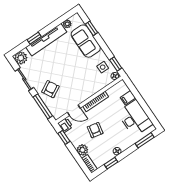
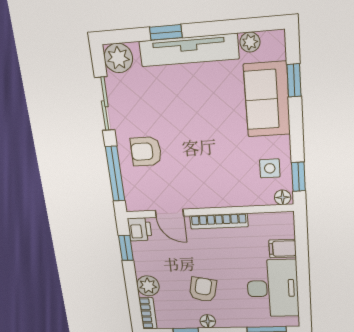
armchair: (50, 89) -> (146, 151), turned -151
armchair: (95, 130) -> (203, 289), moved

